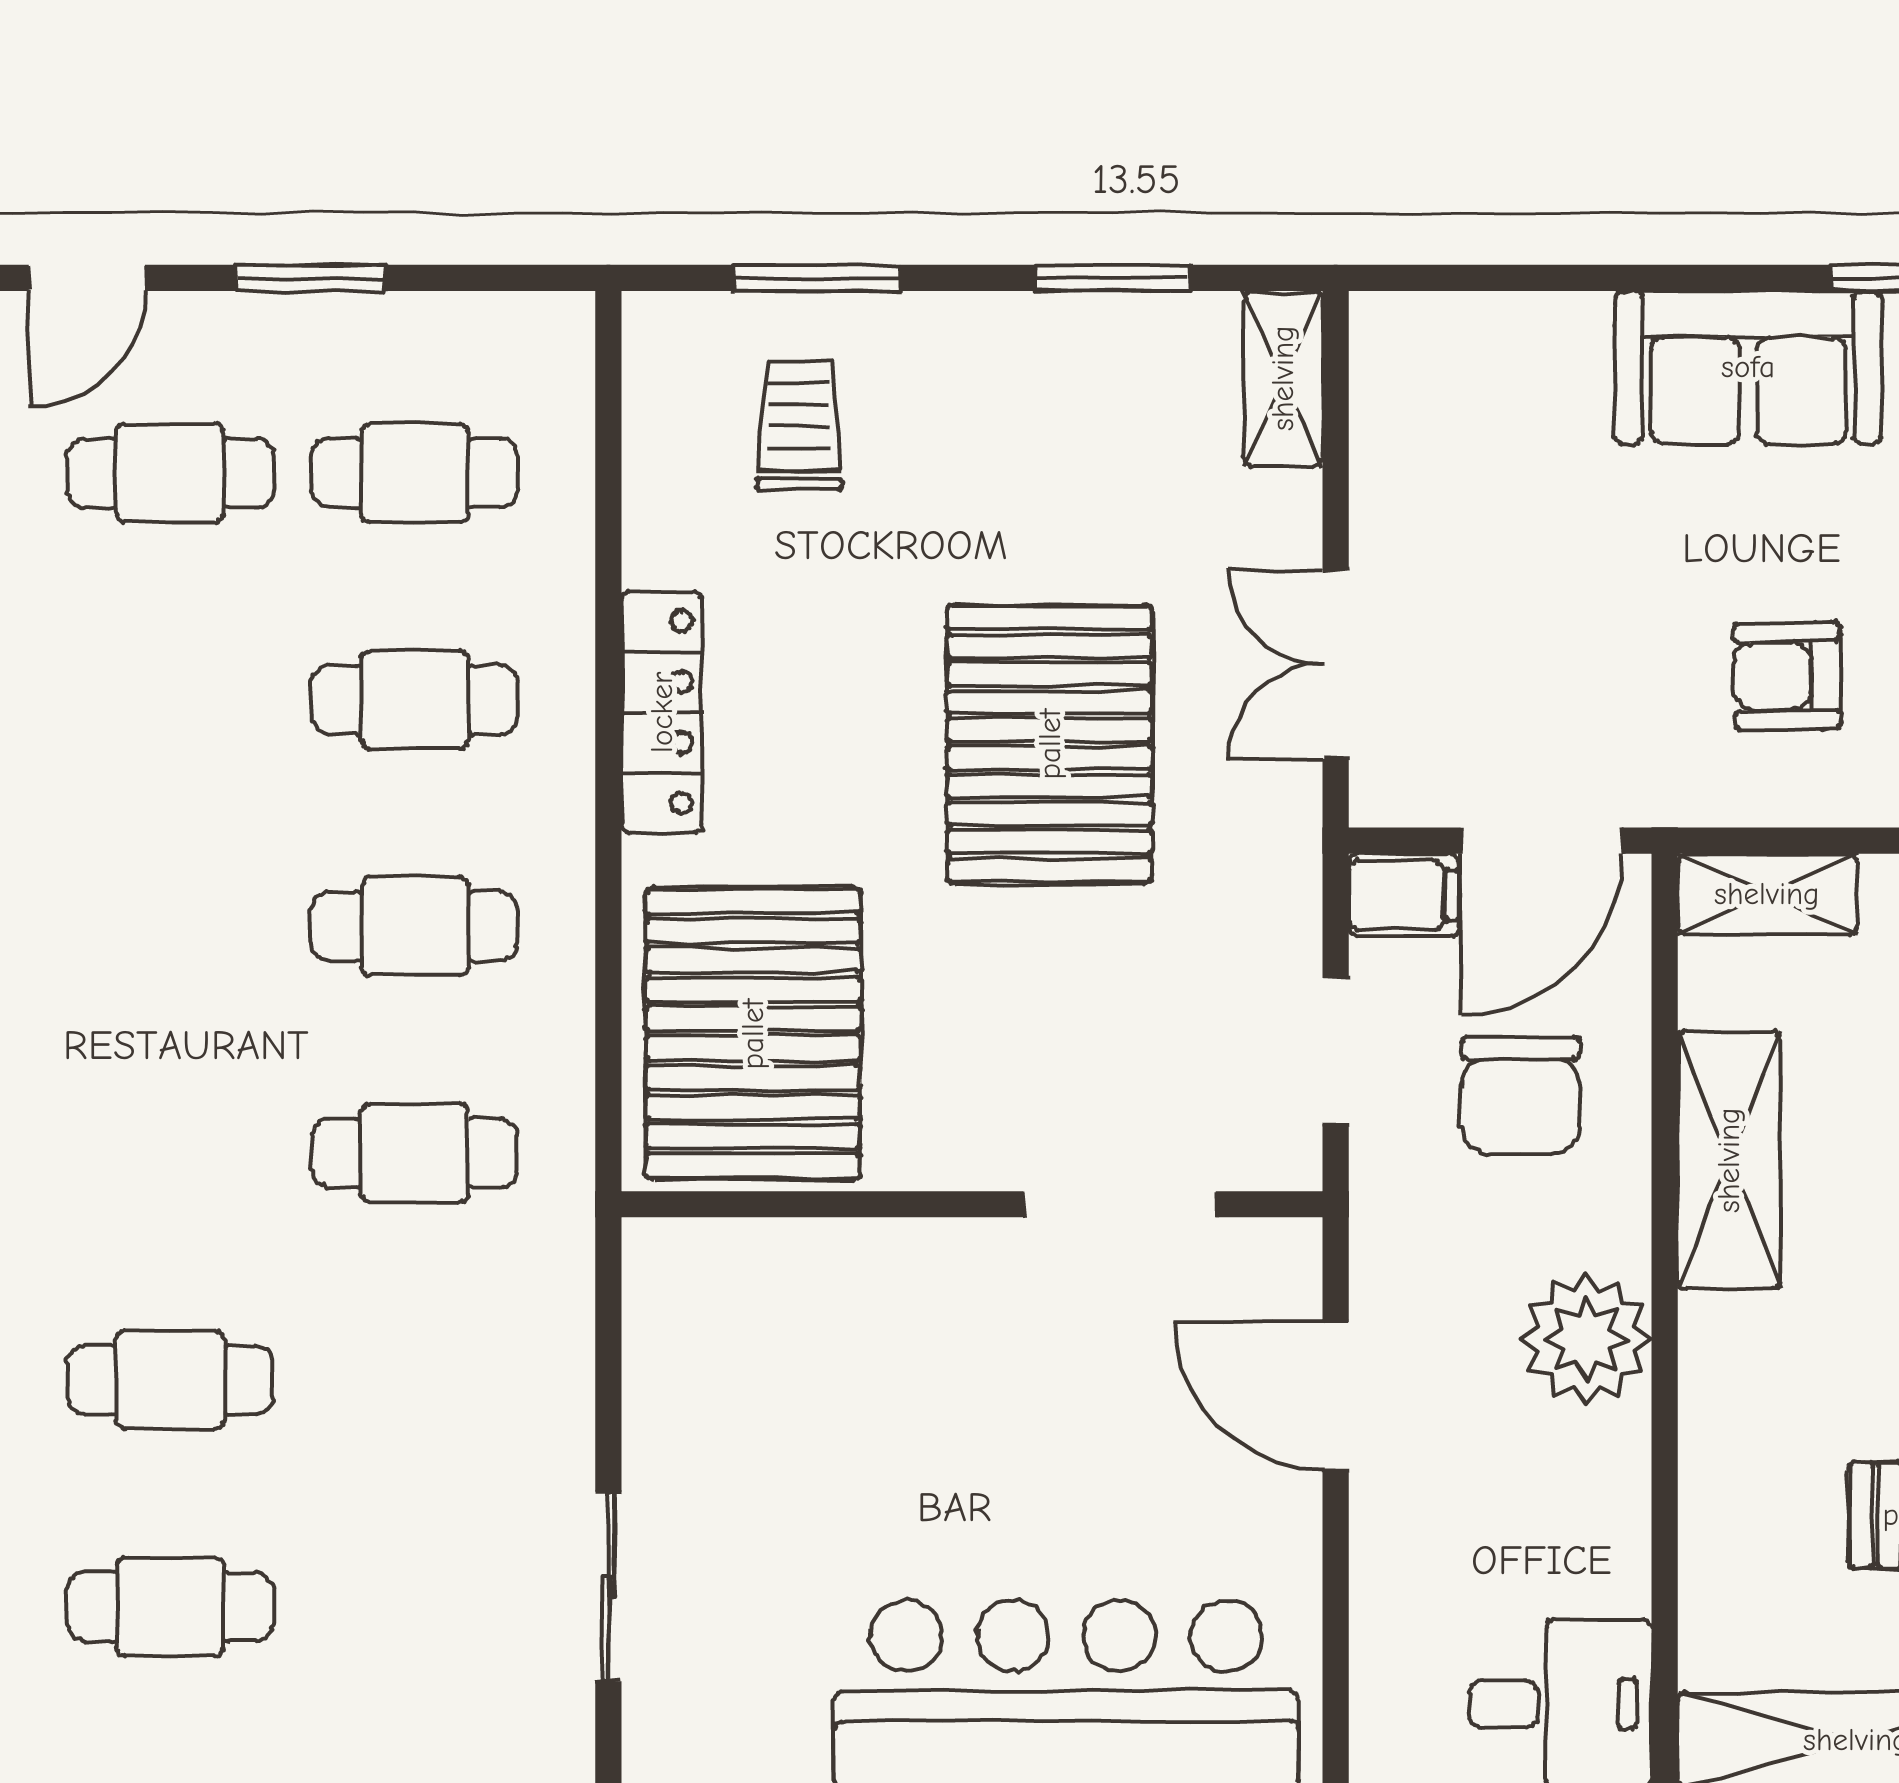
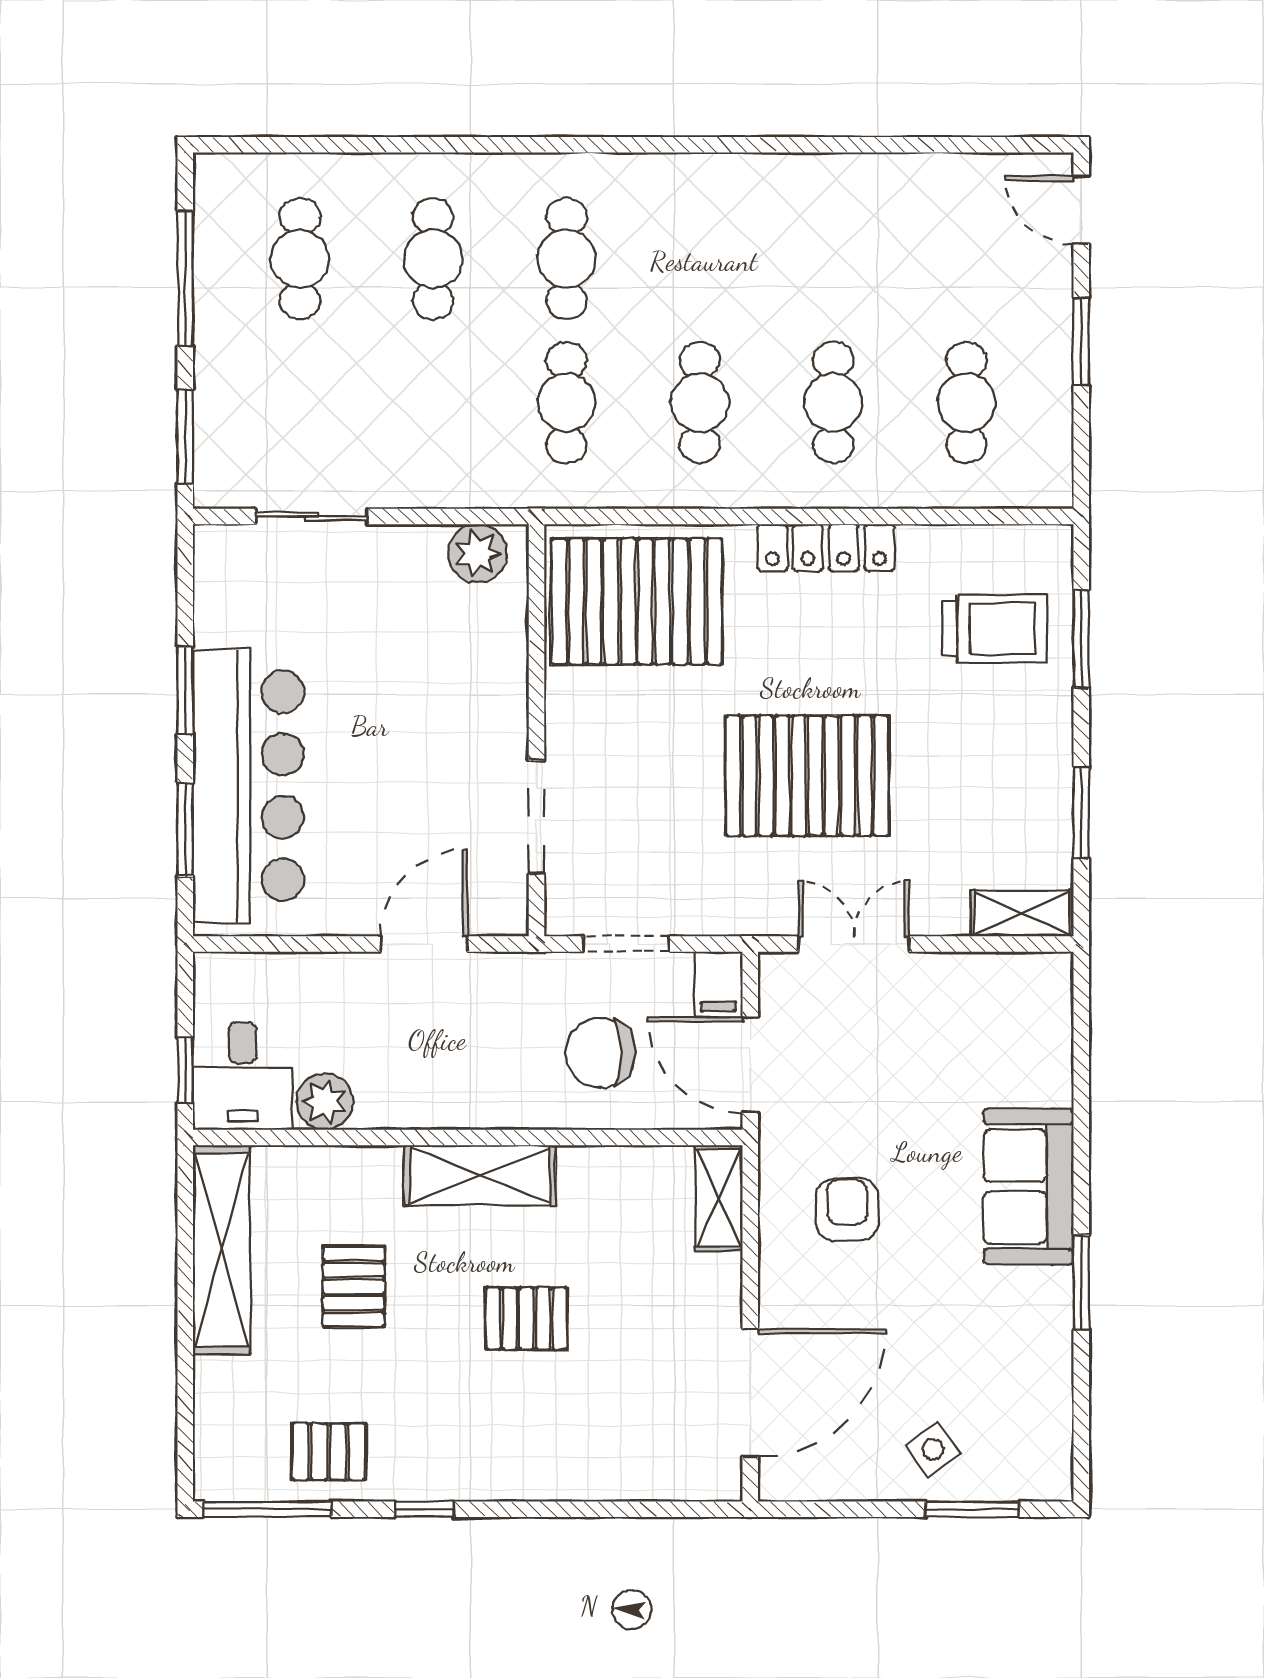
trolley: (799, 425) -> (995, 629), width x1.36, depth x1.39
cafe table: (170, 473) -> (567, 259), moved
shelving: (1729, 1160) -> (480, 1175), moved
plant: (671, 1305) -> (477, 553), added
plant: (1586, 1339) -> (325, 1102), moved, width x0.73, depth x0.73

